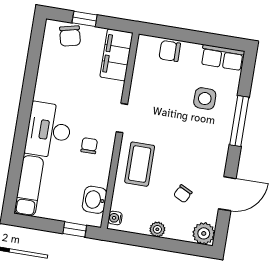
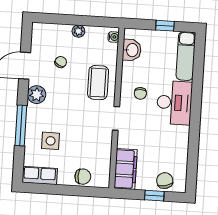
window: (75, 229) -> (165, 26), moved
plant: (204, 233) -> (37, 95), moved

